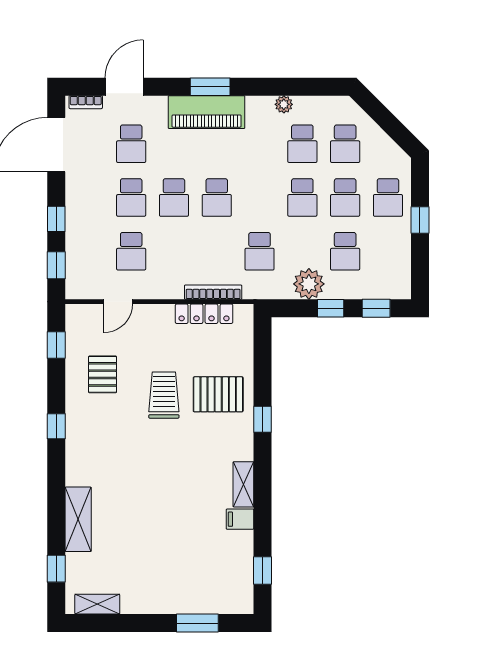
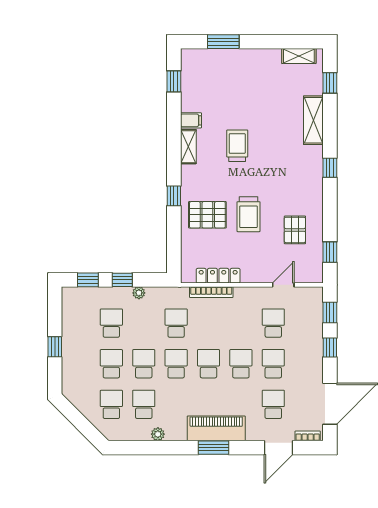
school desk: (388, 197) -> (176, 364), moved
plant: (309, 284) -> (139, 293), width x0.53, depth x0.53
window: (56, 426) -> (330, 168), moved
trolley: (179, 486) -> (237, 146), added

